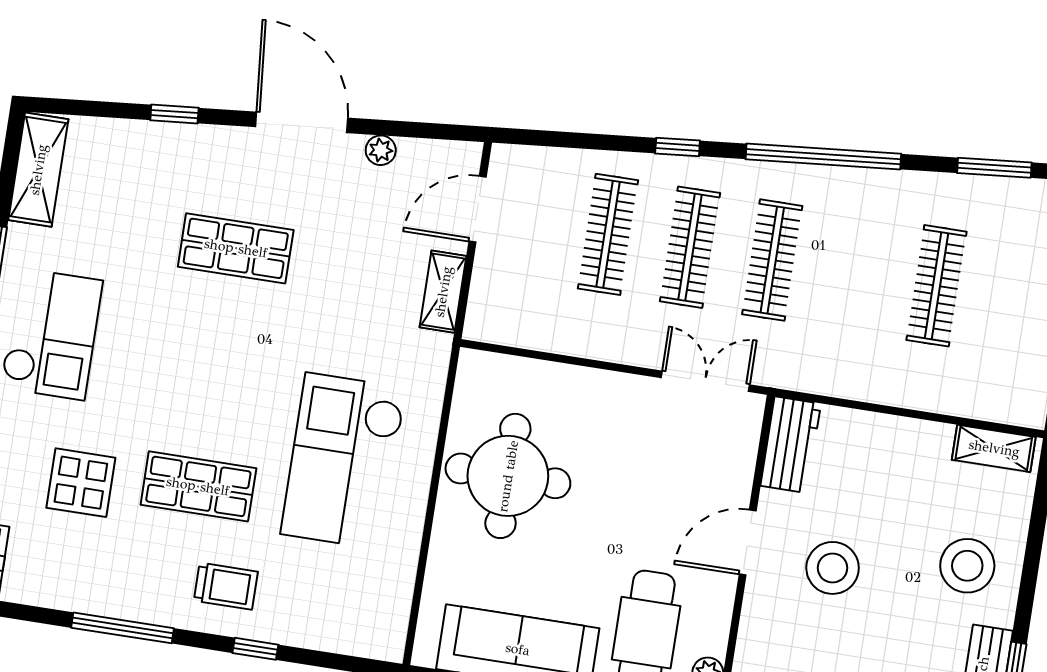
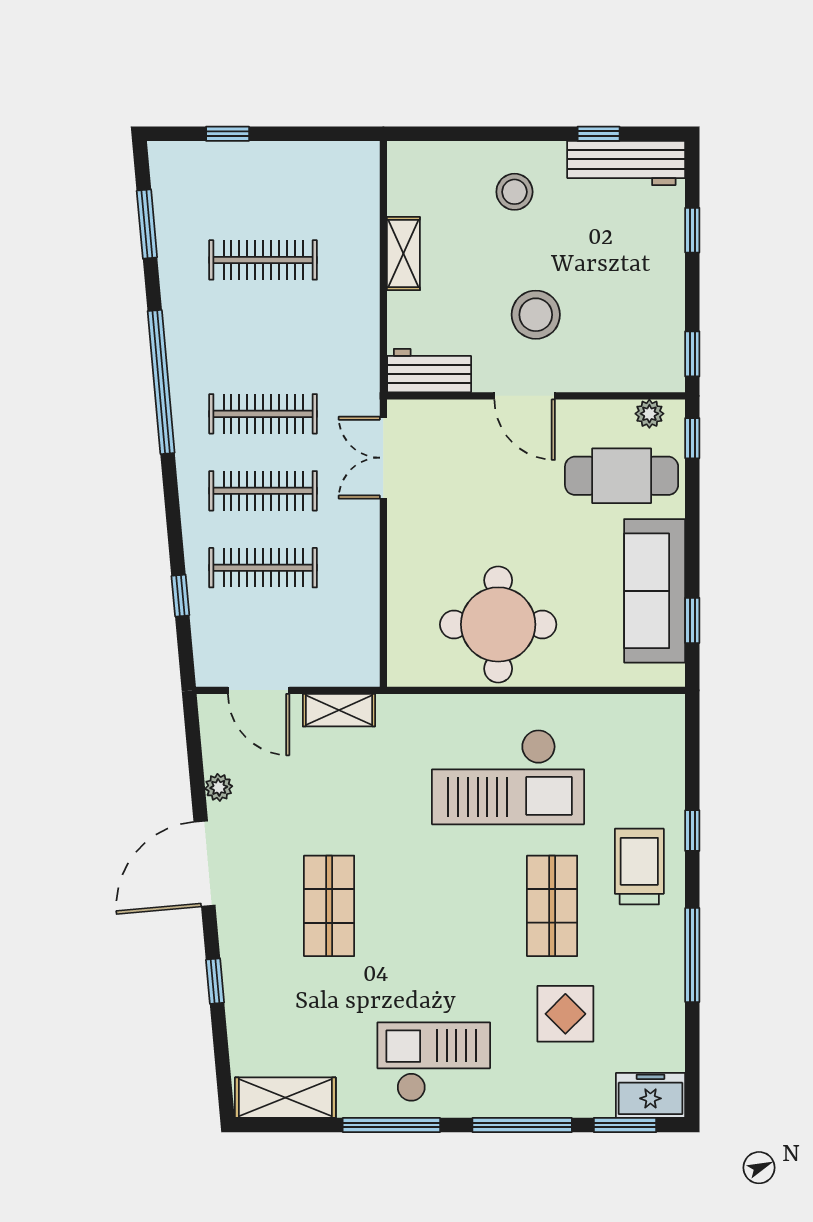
window: (678, 147) -> (180, 596), moved
shelving: (994, 448) -> (403, 254), moved
stool: (967, 566) -> (514, 192), width x0.73, depth x0.73
trolley: (226, 586) -> (639, 867), width x1.36, depth x1.39

